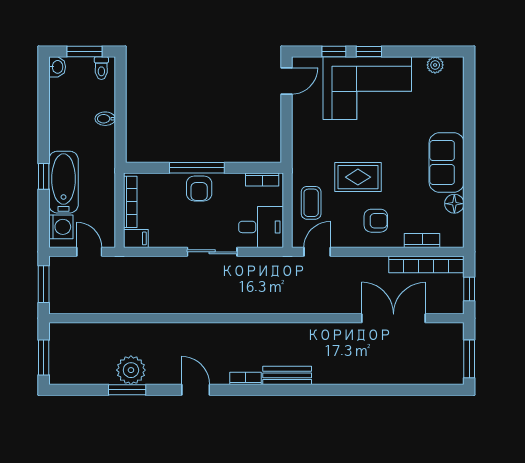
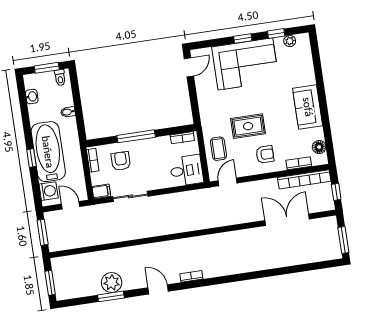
window: (334, 52) -> (276, 34), moved
washbasin: (57, 67) -> (32, 97), moved
bathtub: (63, 182) -> (48, 152), width x1.36, depth x1.36
armchair: (199, 188) -> (121, 161), moved, turned 180
bookcase: (130, 202) -> (93, 160), width x0.64
floor lamp: (454, 204) -> (319, 147), moved
sliding door: (212, 252) -> (130, 196), moved
bench: (287, 375) -> (220, 270), removed

